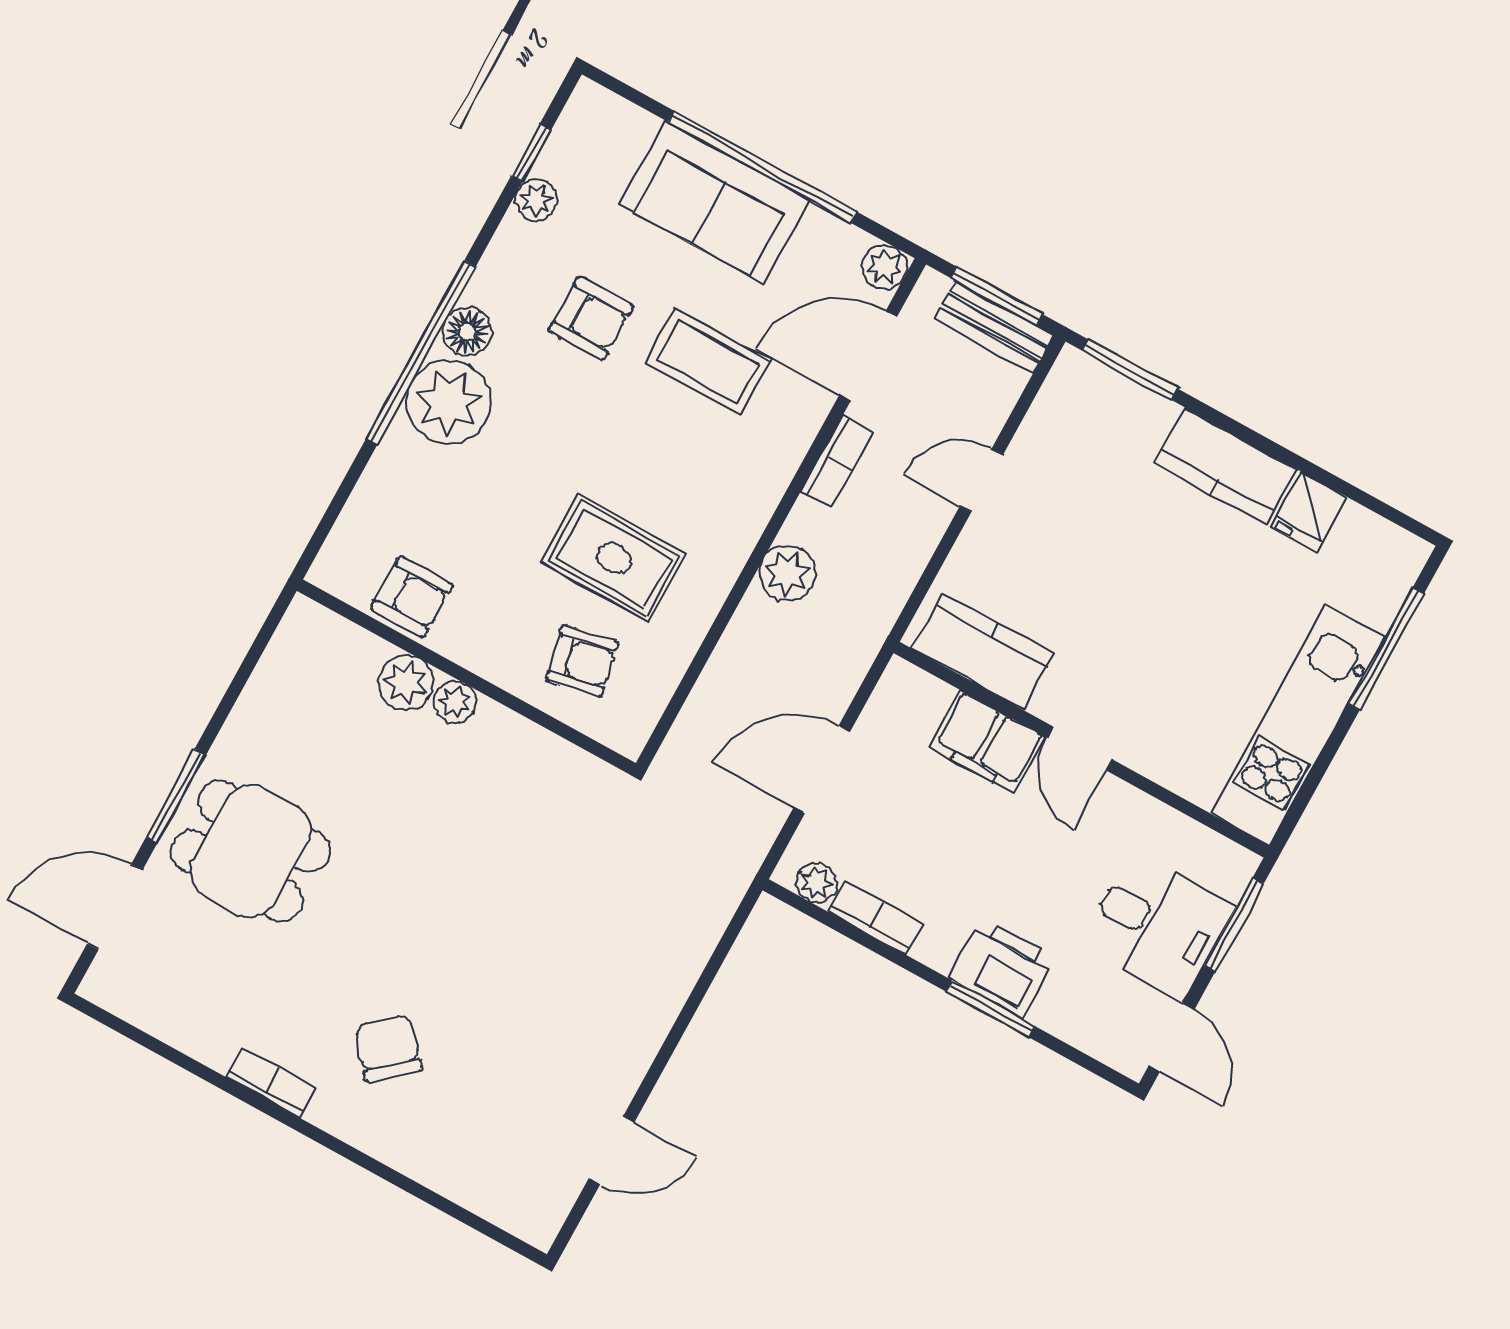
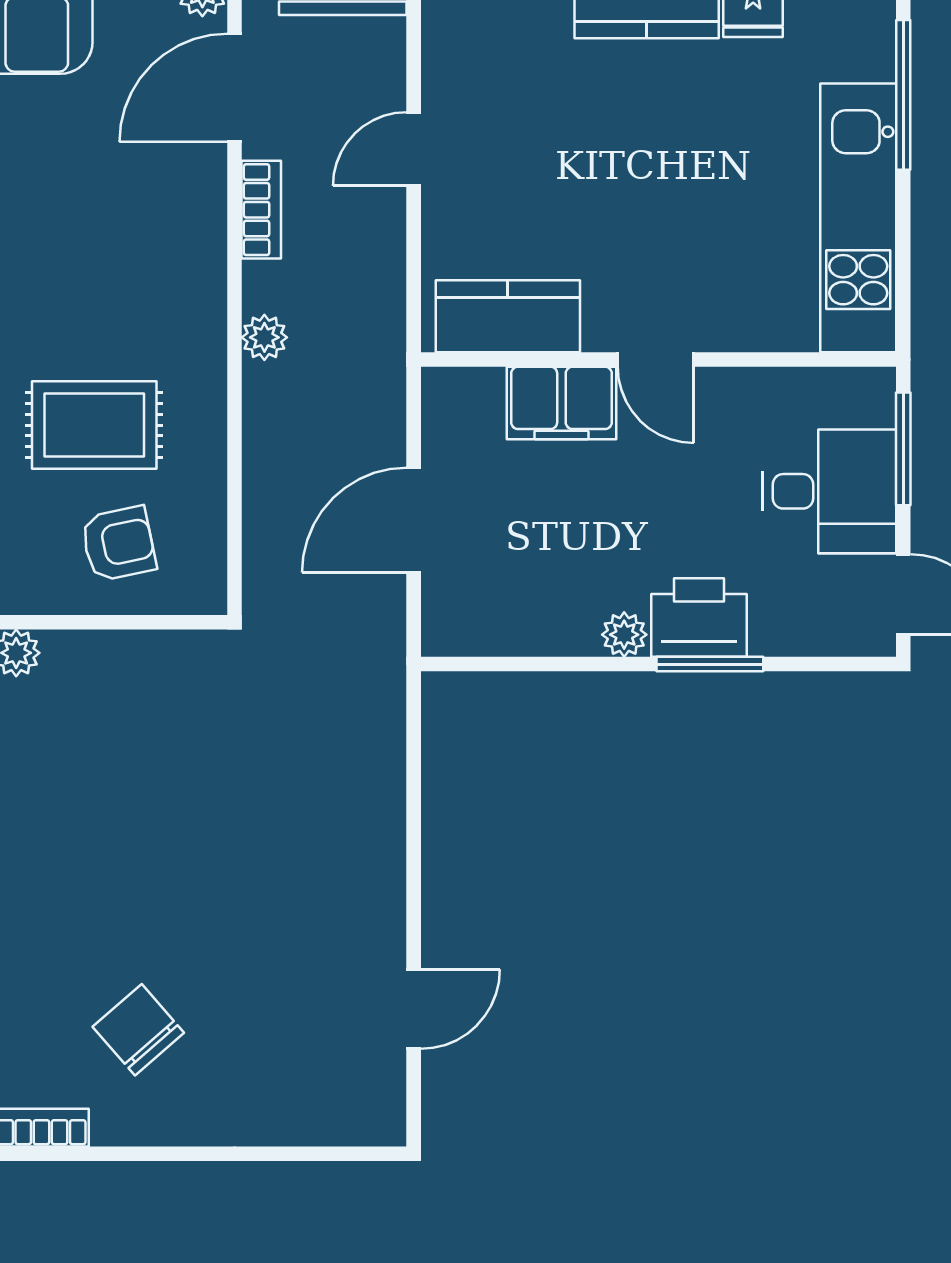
coffee table: (708, 362) -> (80, 181), removed
plant: (787, 573) -> (264, 337), width x0.73, depth x0.73
plant: (816, 883) -> (624, 635), moved
bookcase: (876, 918) -> (547, 637), removed

